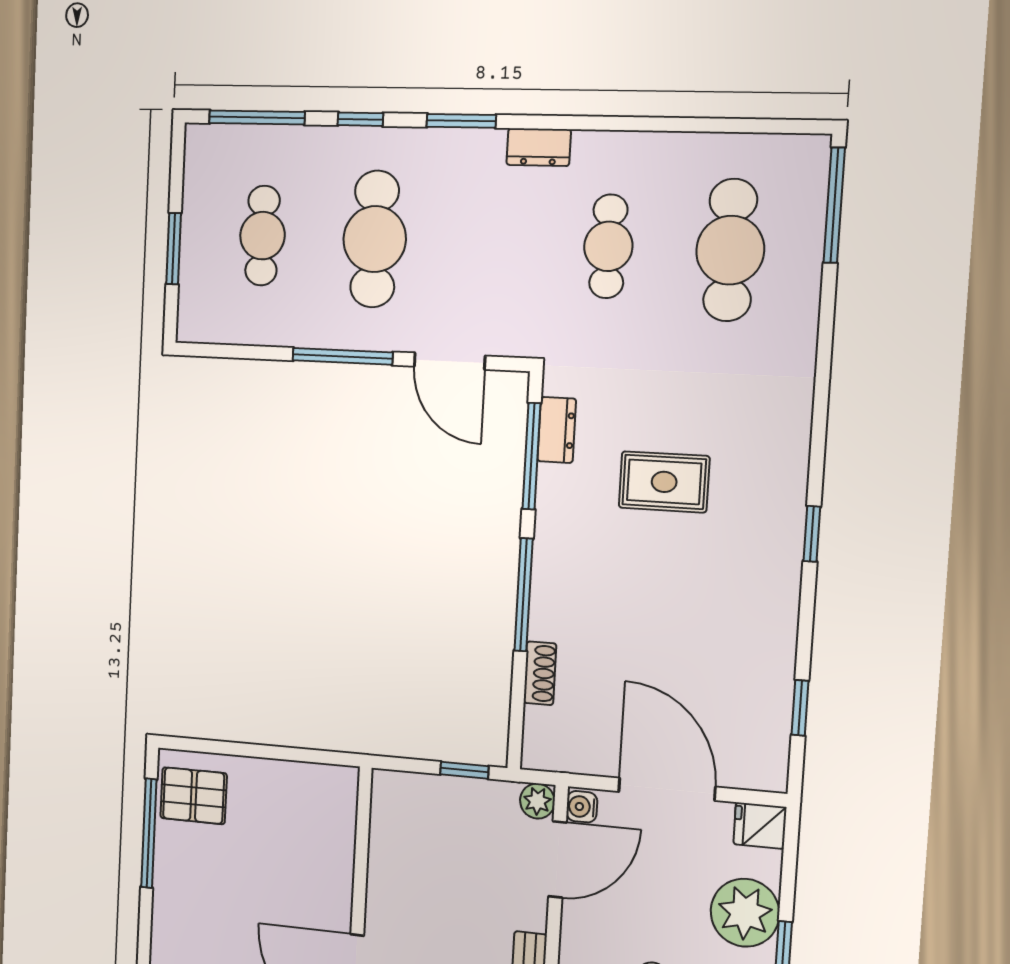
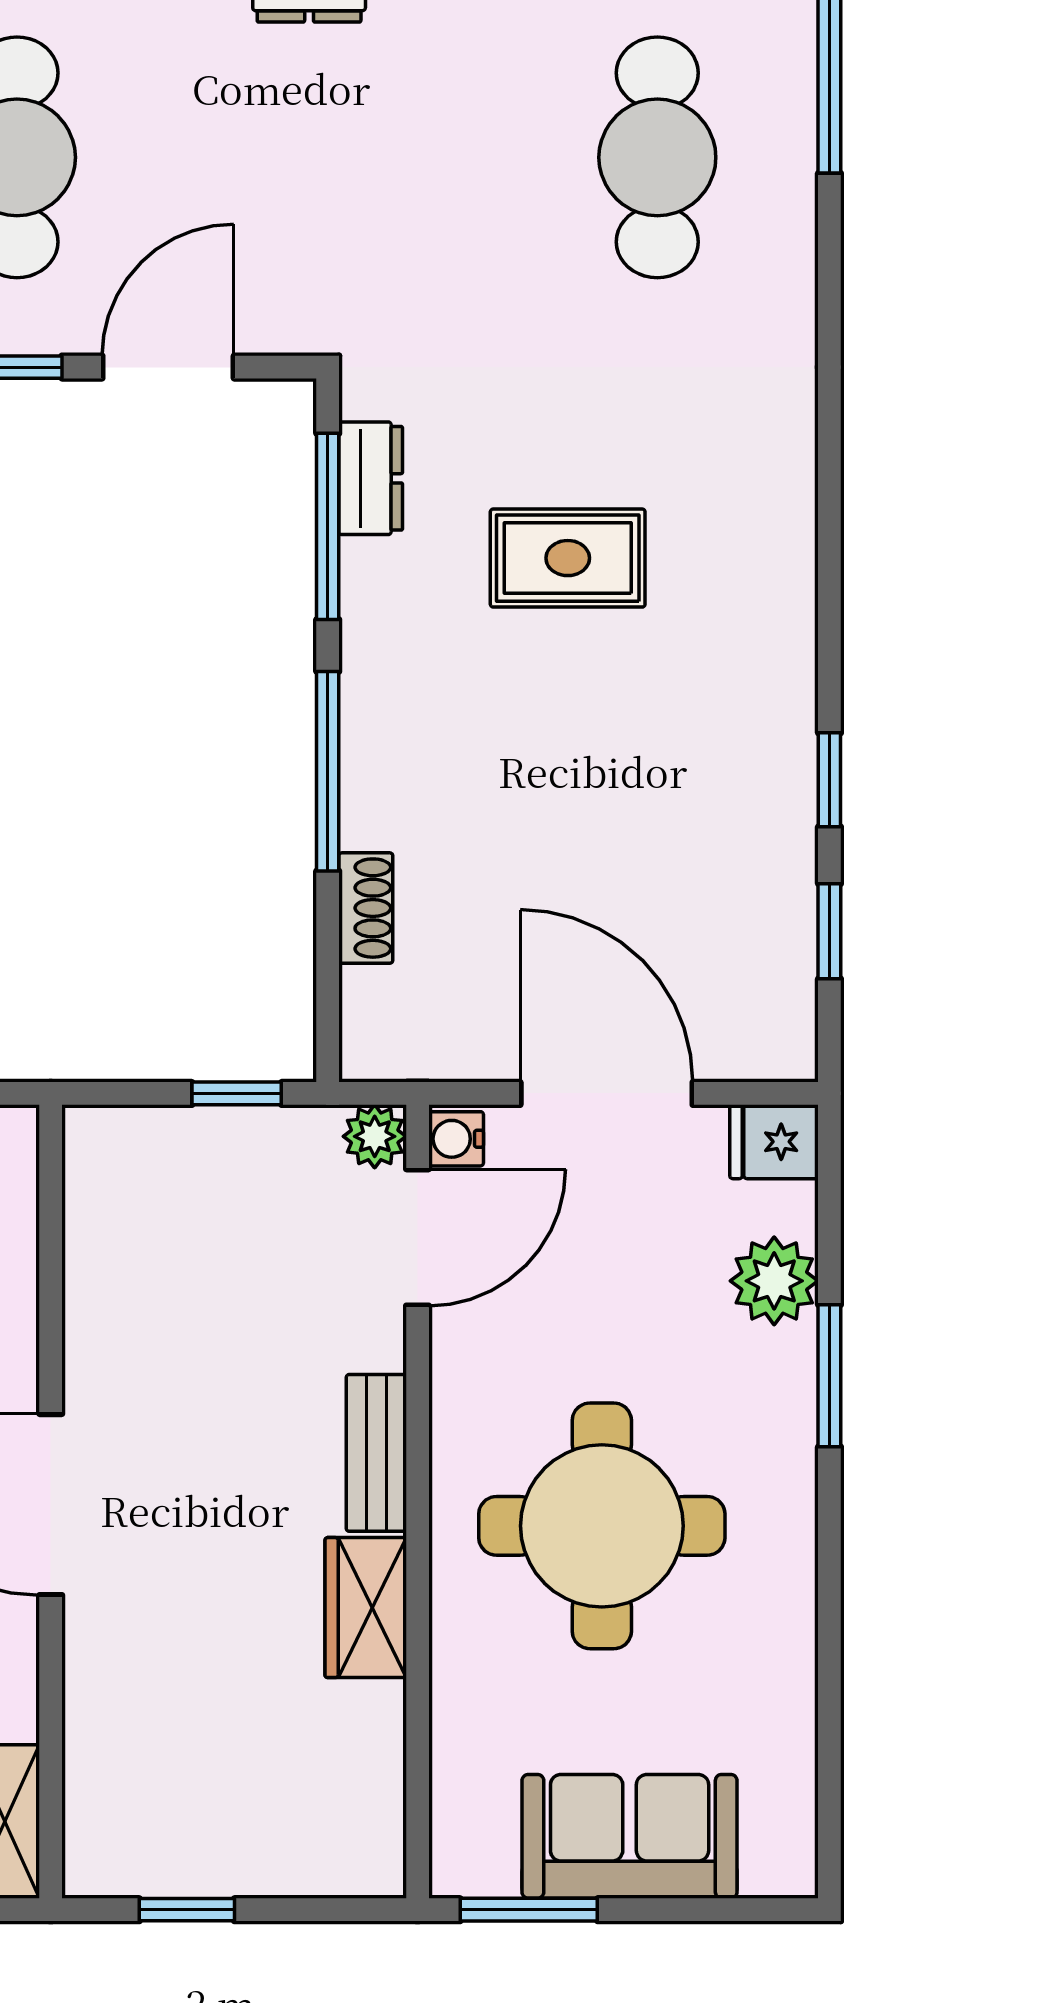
cafe table: (608, 246) -> (444, 157), removed
door: (450, 361) -> (168, 367), swing flipped
window: (812, 534) -> (829, 780), moved
plant: (745, 913) -> (774, 1281), width x0.73, depth x0.73

